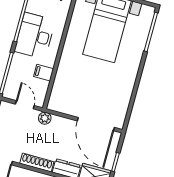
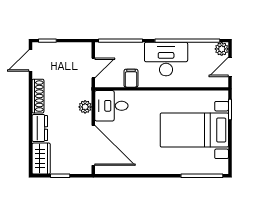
desk: (64, 98) -> (111, 106), added
plant: (45, 118) -> (85, 107), moved
door: (96, 124) -> (93, 145), swing flipped

